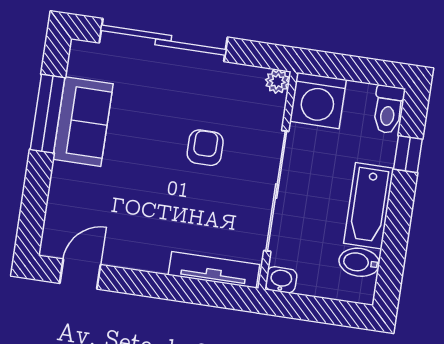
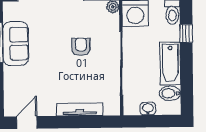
tv unit: (214, 270) -> (80, 109), moved
washbasin: (281, 280) -> (148, 109), moved

